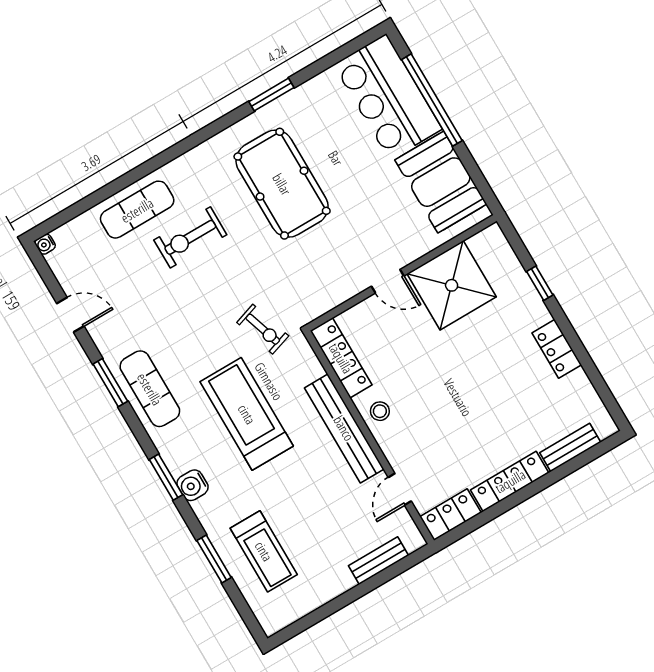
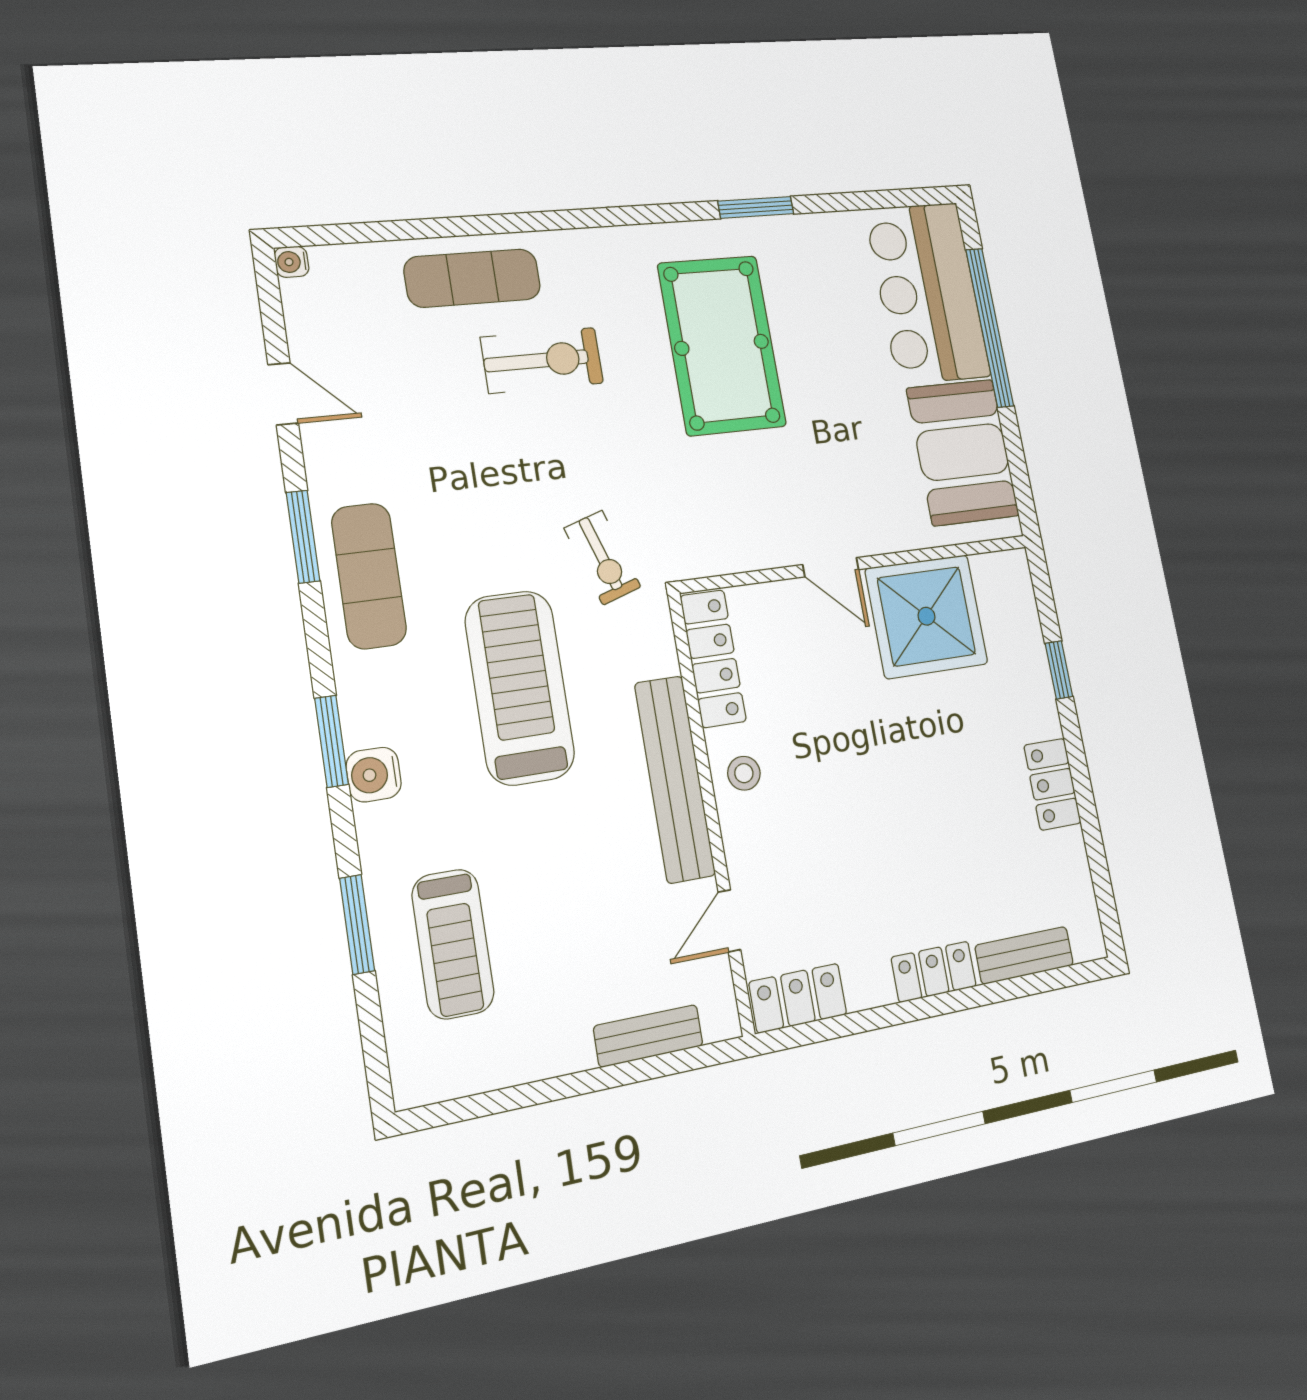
exercise bike: (190, 237) -> (542, 360), turned 180
locker: (510, 481) -> (934, 972), width x0.66

